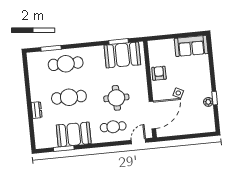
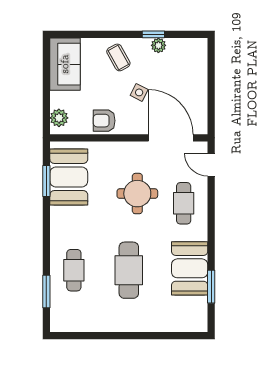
plant: (158, 45) -> (59, 118), added
cafe table: (66, 64) -> (74, 270), width x0.73, depth x0.74
coffee table: (198, 78) -> (118, 57), added
dresser: (37, 110) -> (144, 325), removed

